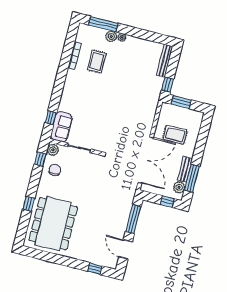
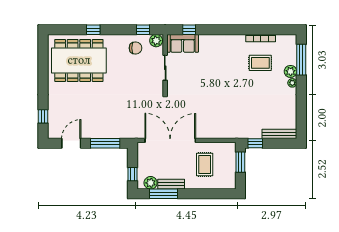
double door: (146, 160) -> (170, 140), swing flipped

